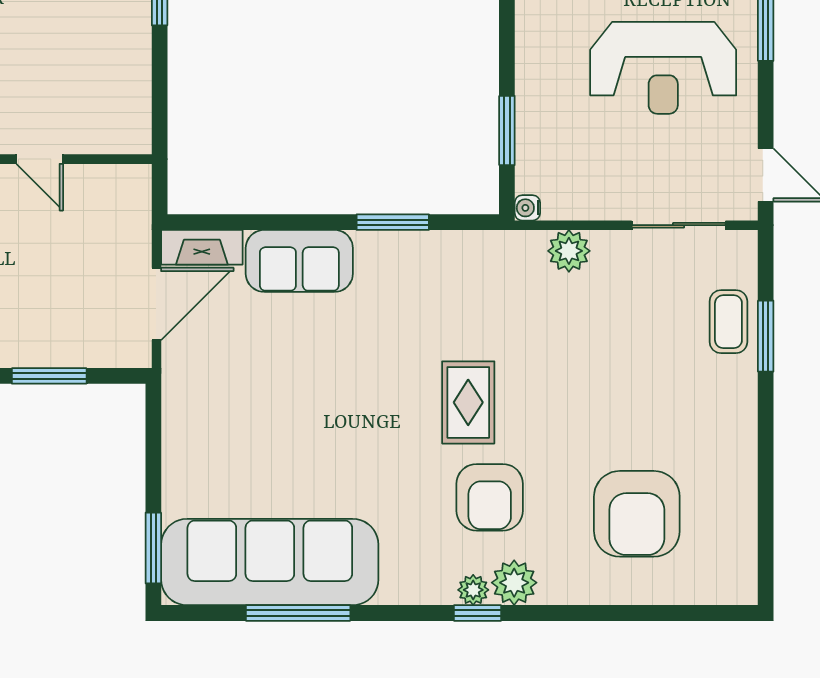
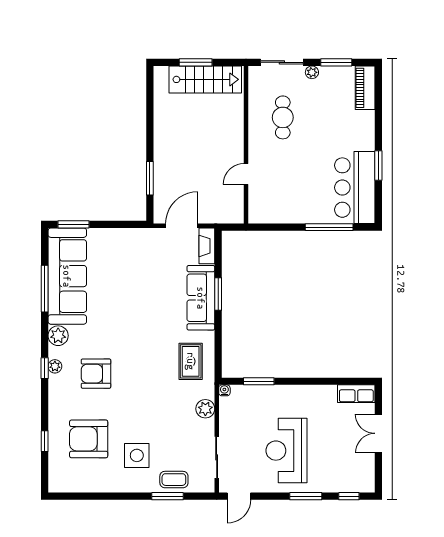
window: (393, 222) -> (218, 294), moved
sofa: (299, 261) -> (201, 298), width x1.36
door: (156, 304) -> (182, 226), swing flipped
rug: (468, 402) -> (191, 361), moved, turned 90
side table: (674, 405) -> (137, 455), added
plant: (514, 583) -> (58, 336), moved
window: (642, 613) -> (45, 441), added

